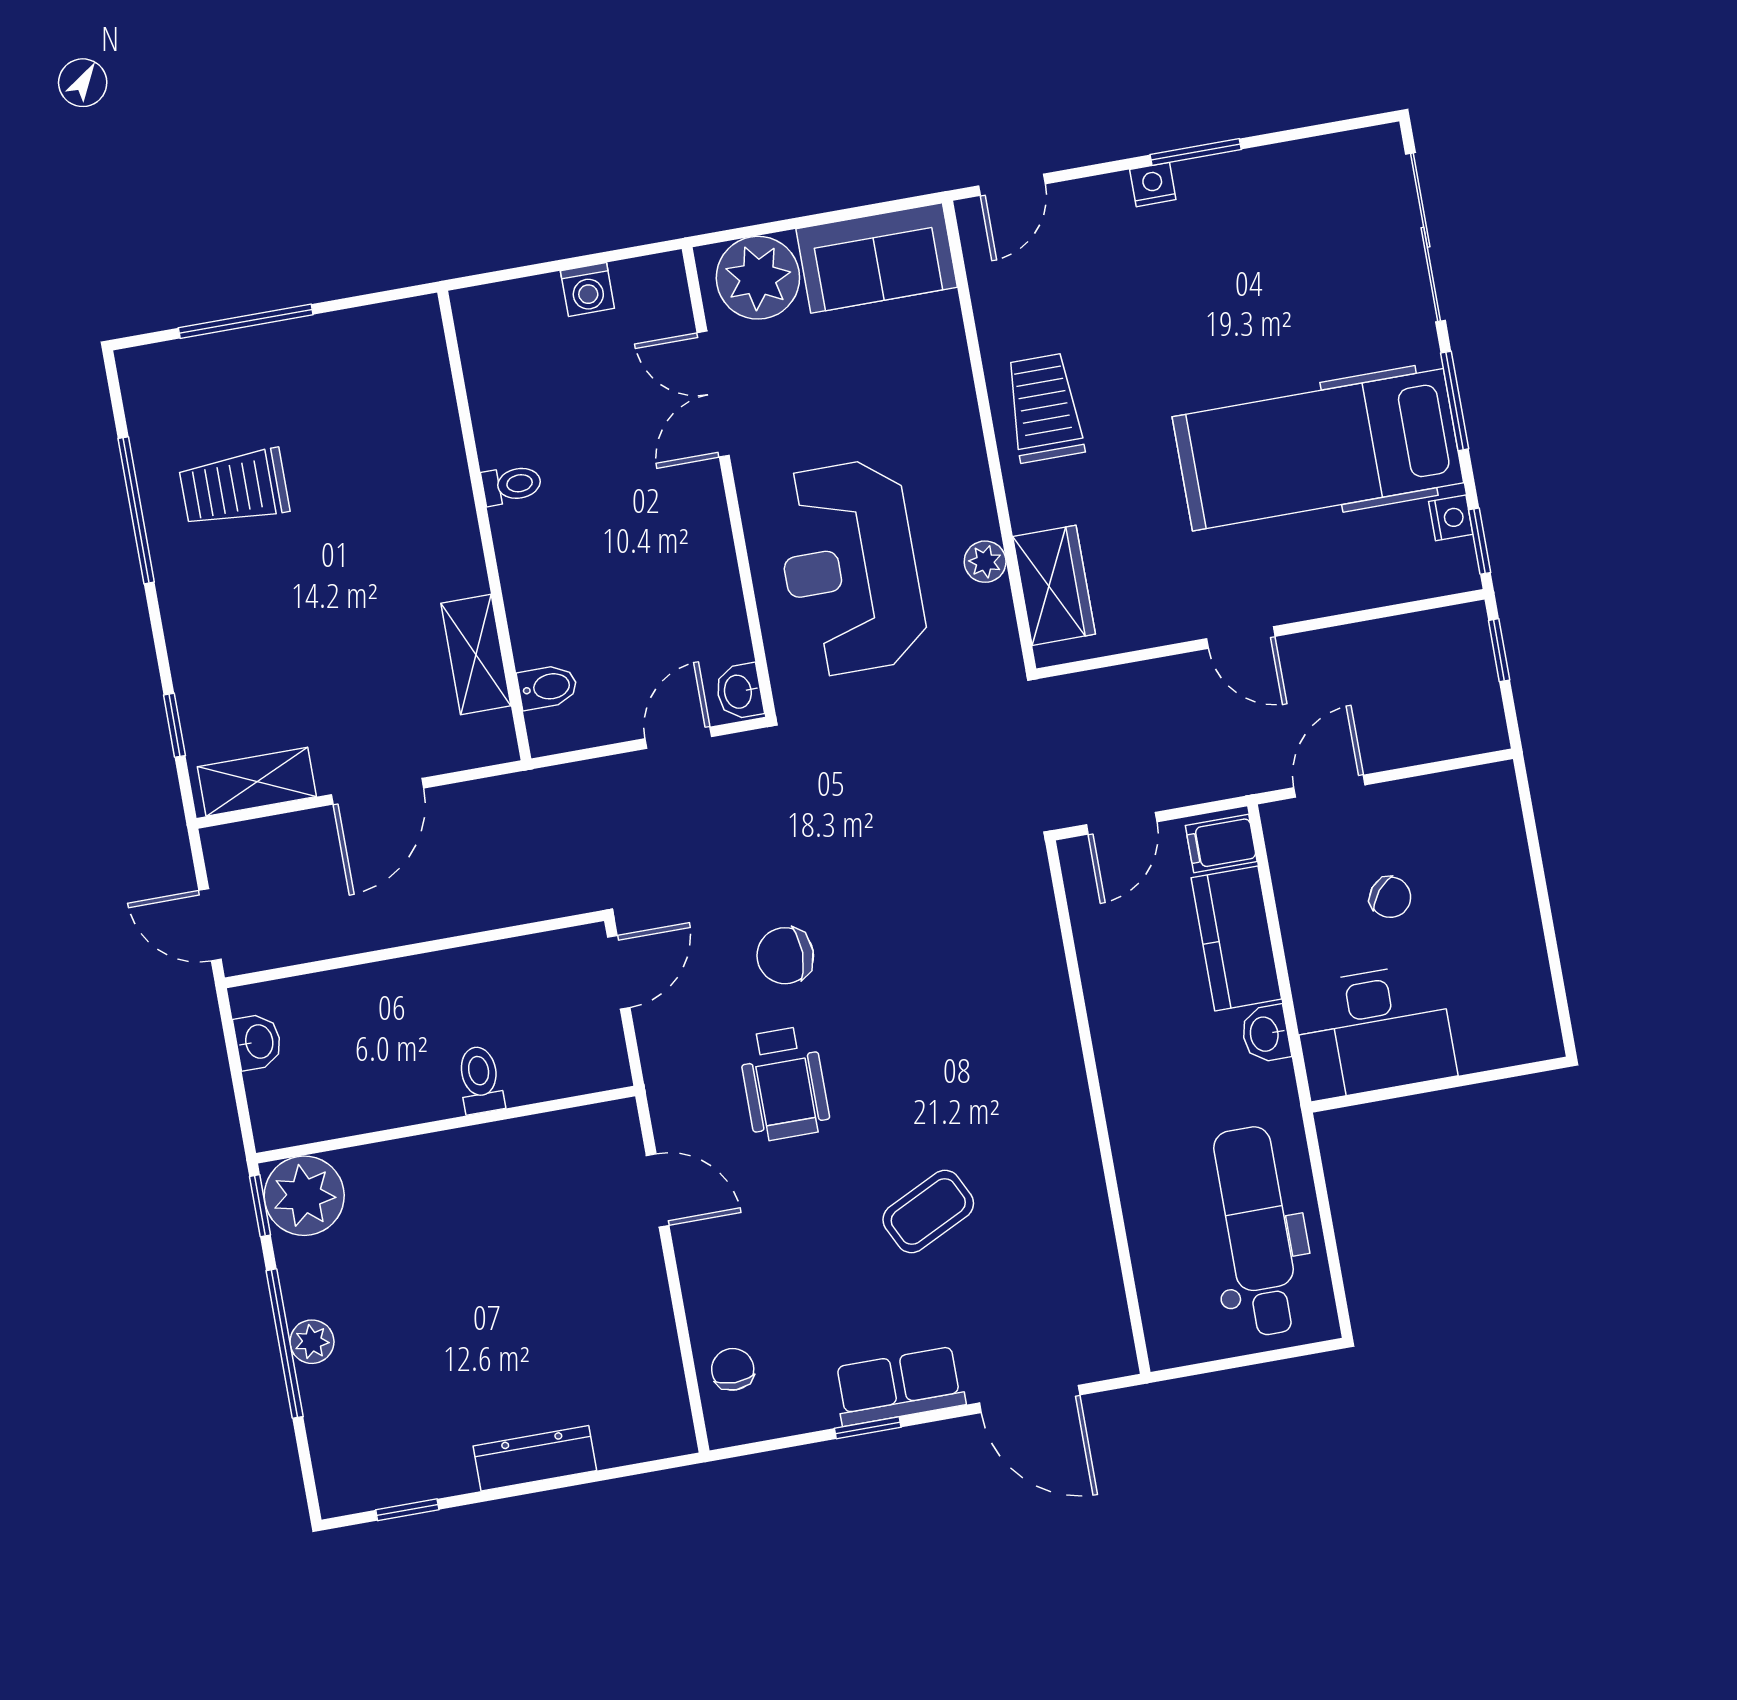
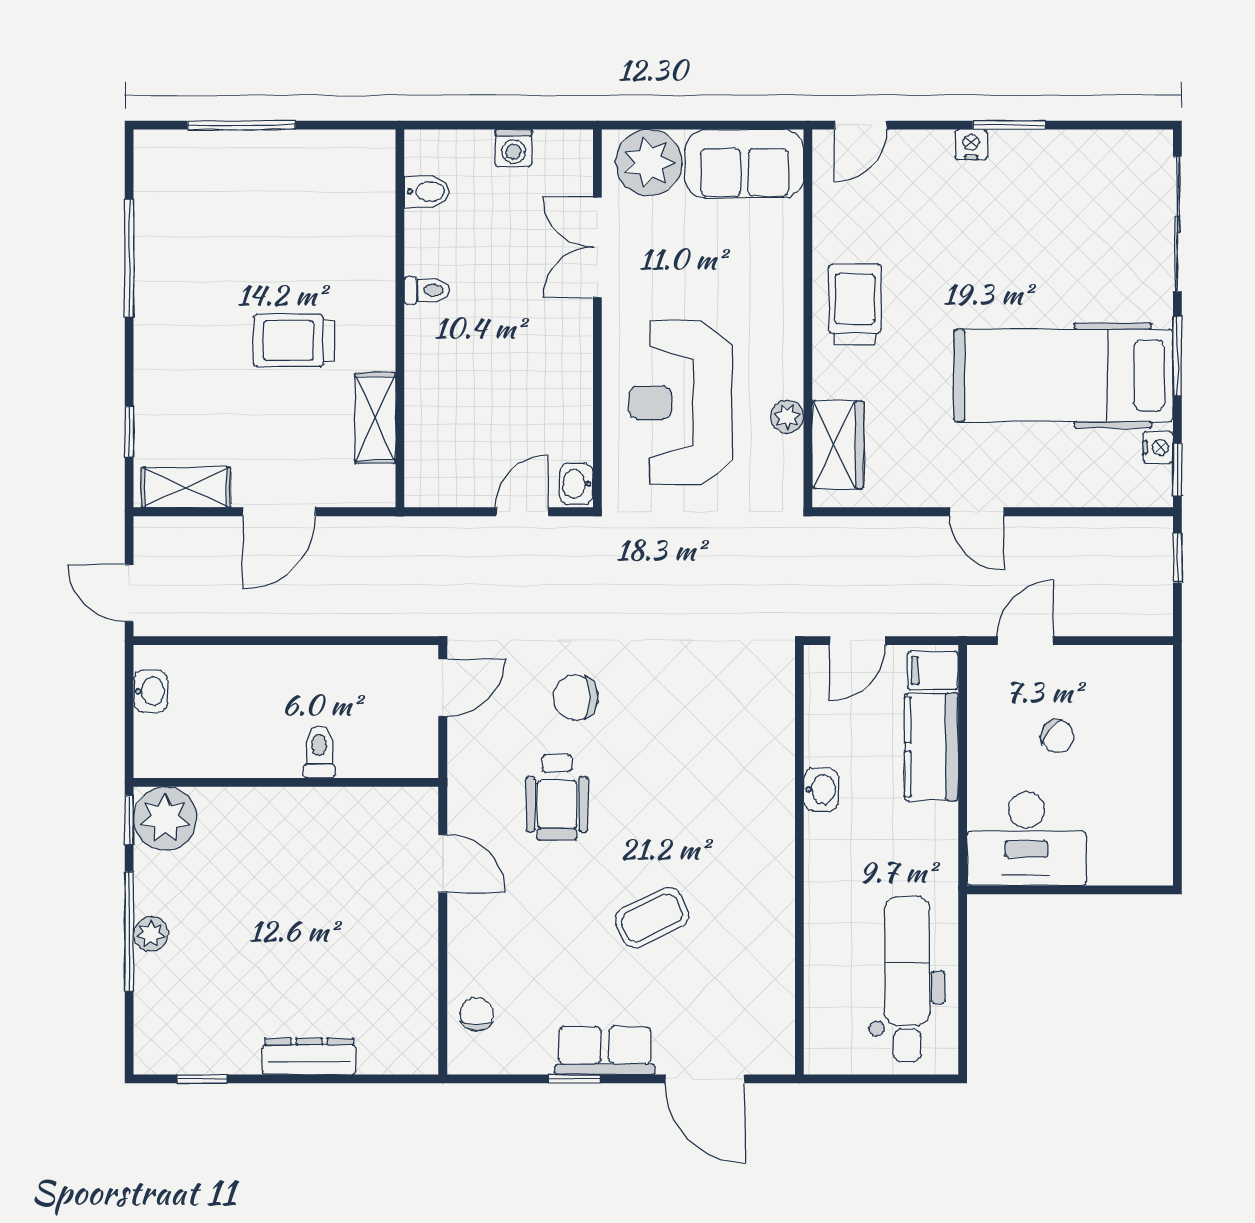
trolley: (234, 488) -> (294, 340), moved
bidet: (548, 687) -> (427, 191), moved
washbasin: (1265, 1034) -> (821, 789), moved, turned 180

